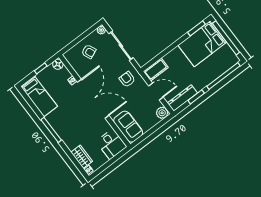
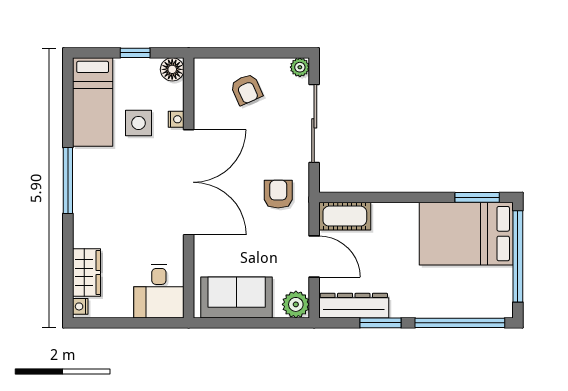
side table: (60, 92) -> (138, 123), added
sofa: (128, 127) -> (237, 297), moved, turned -90

